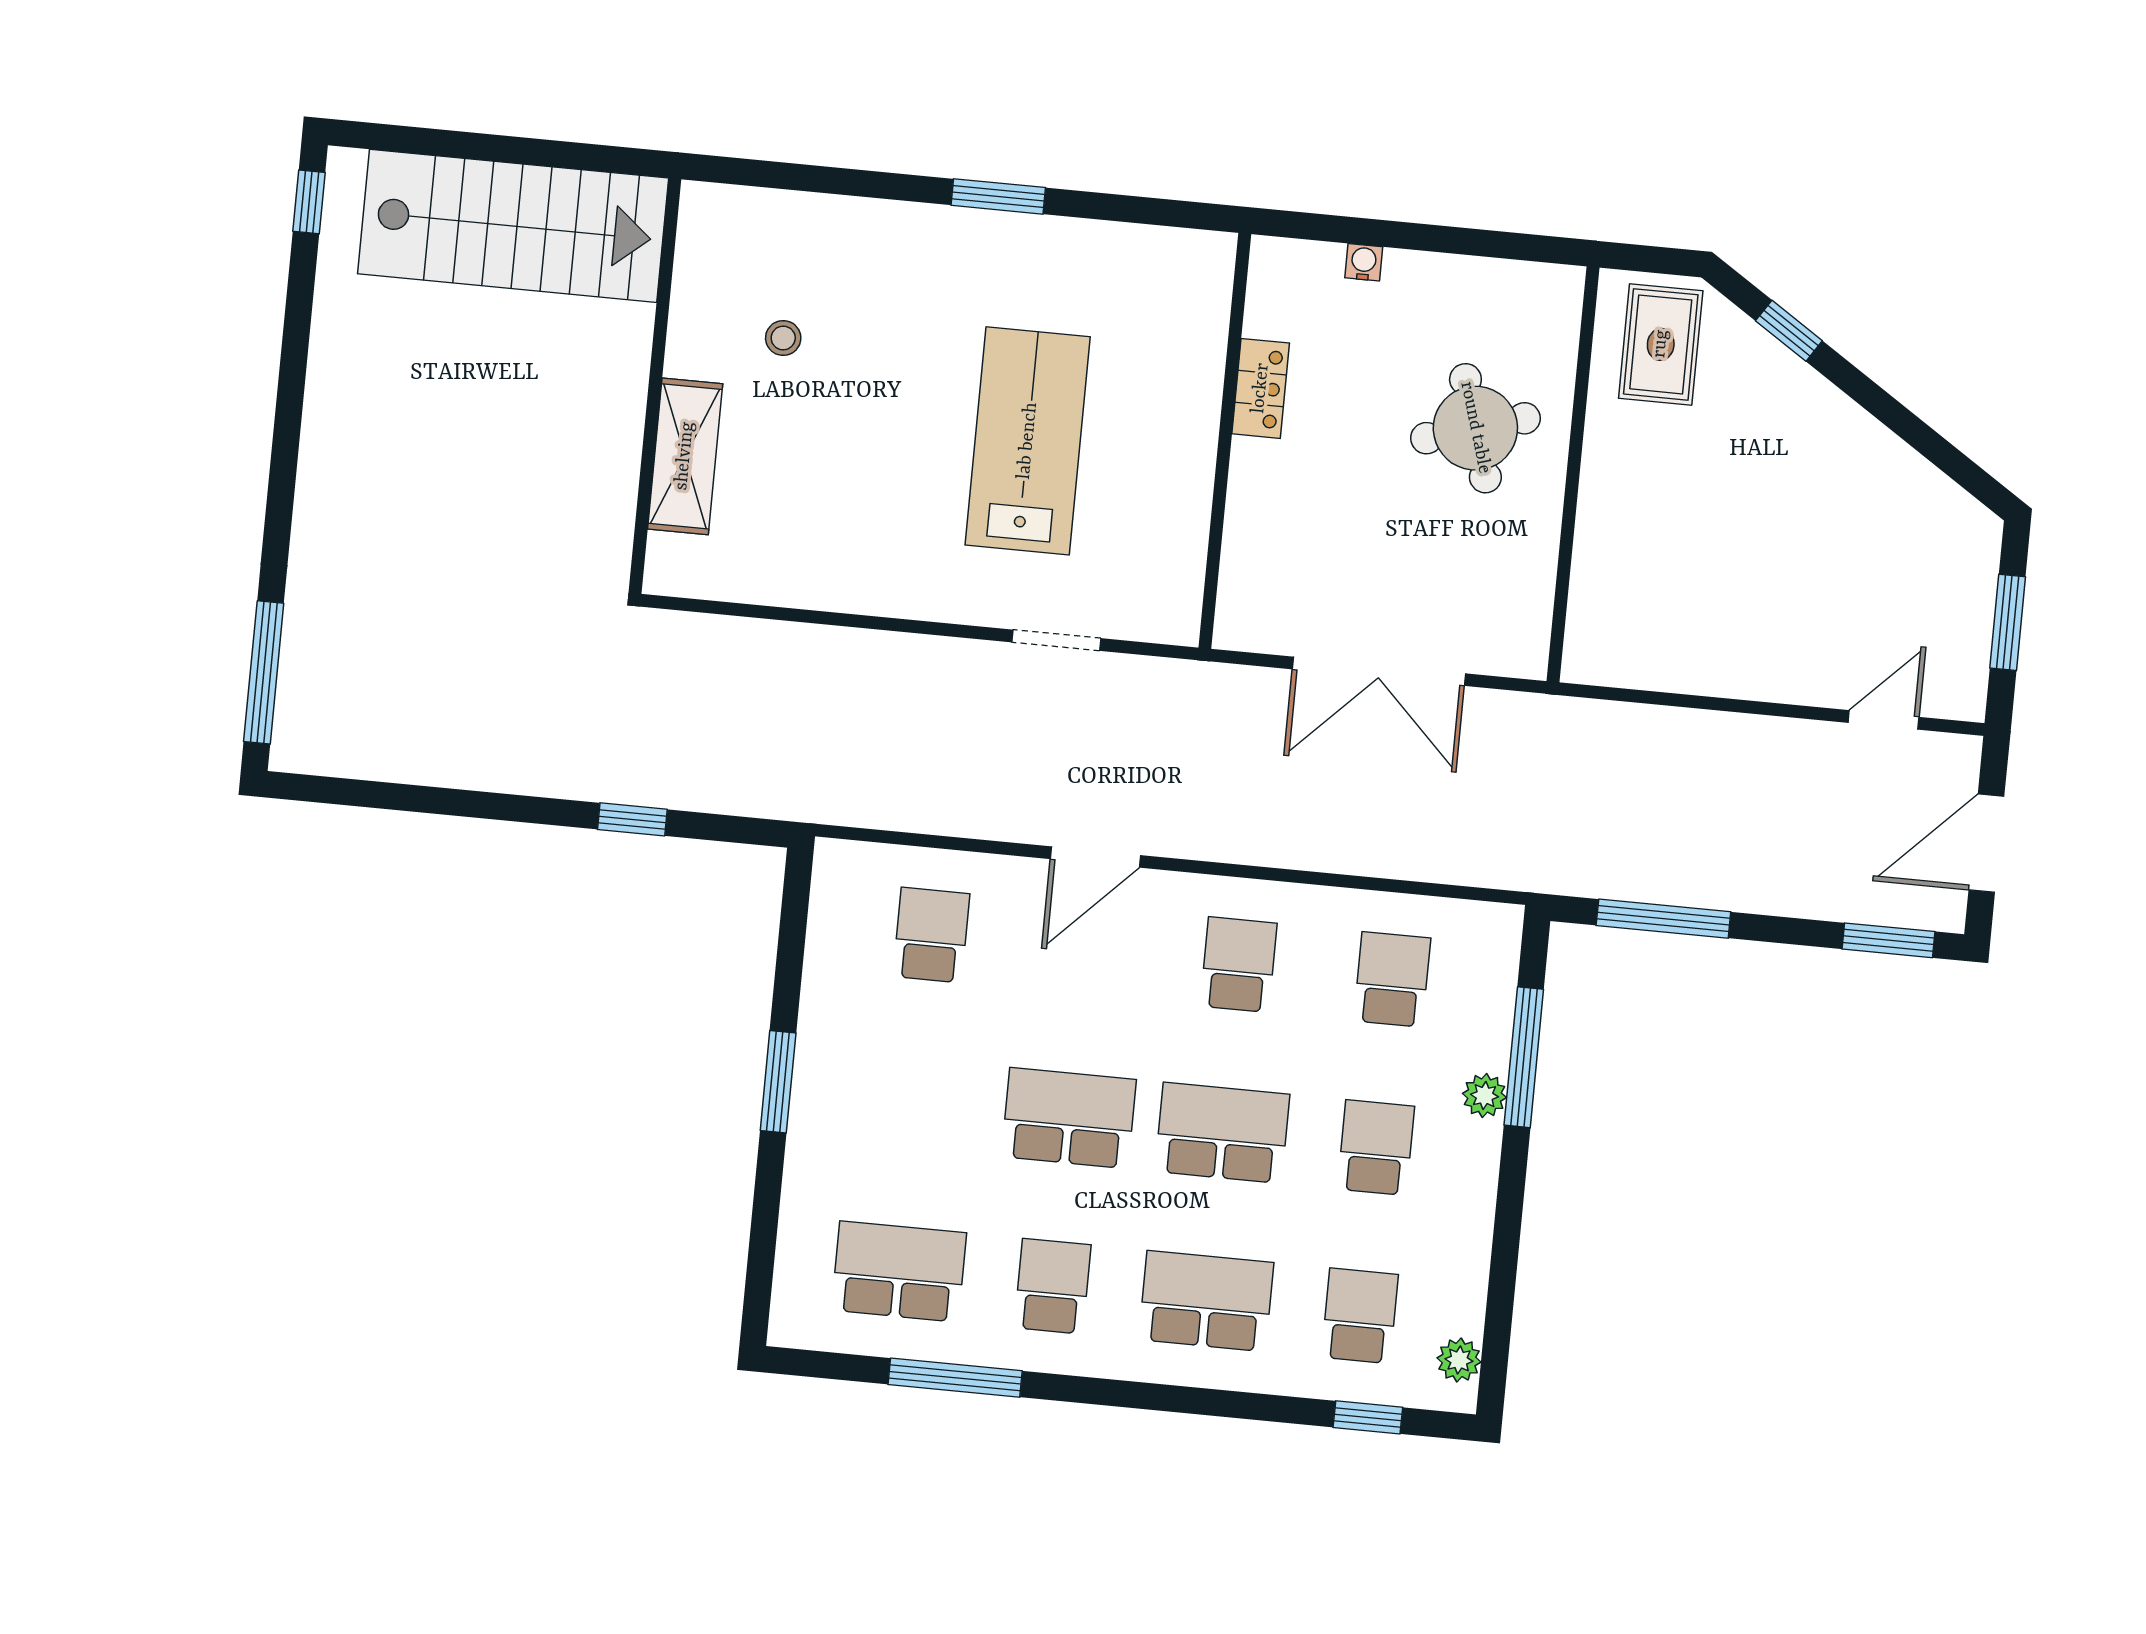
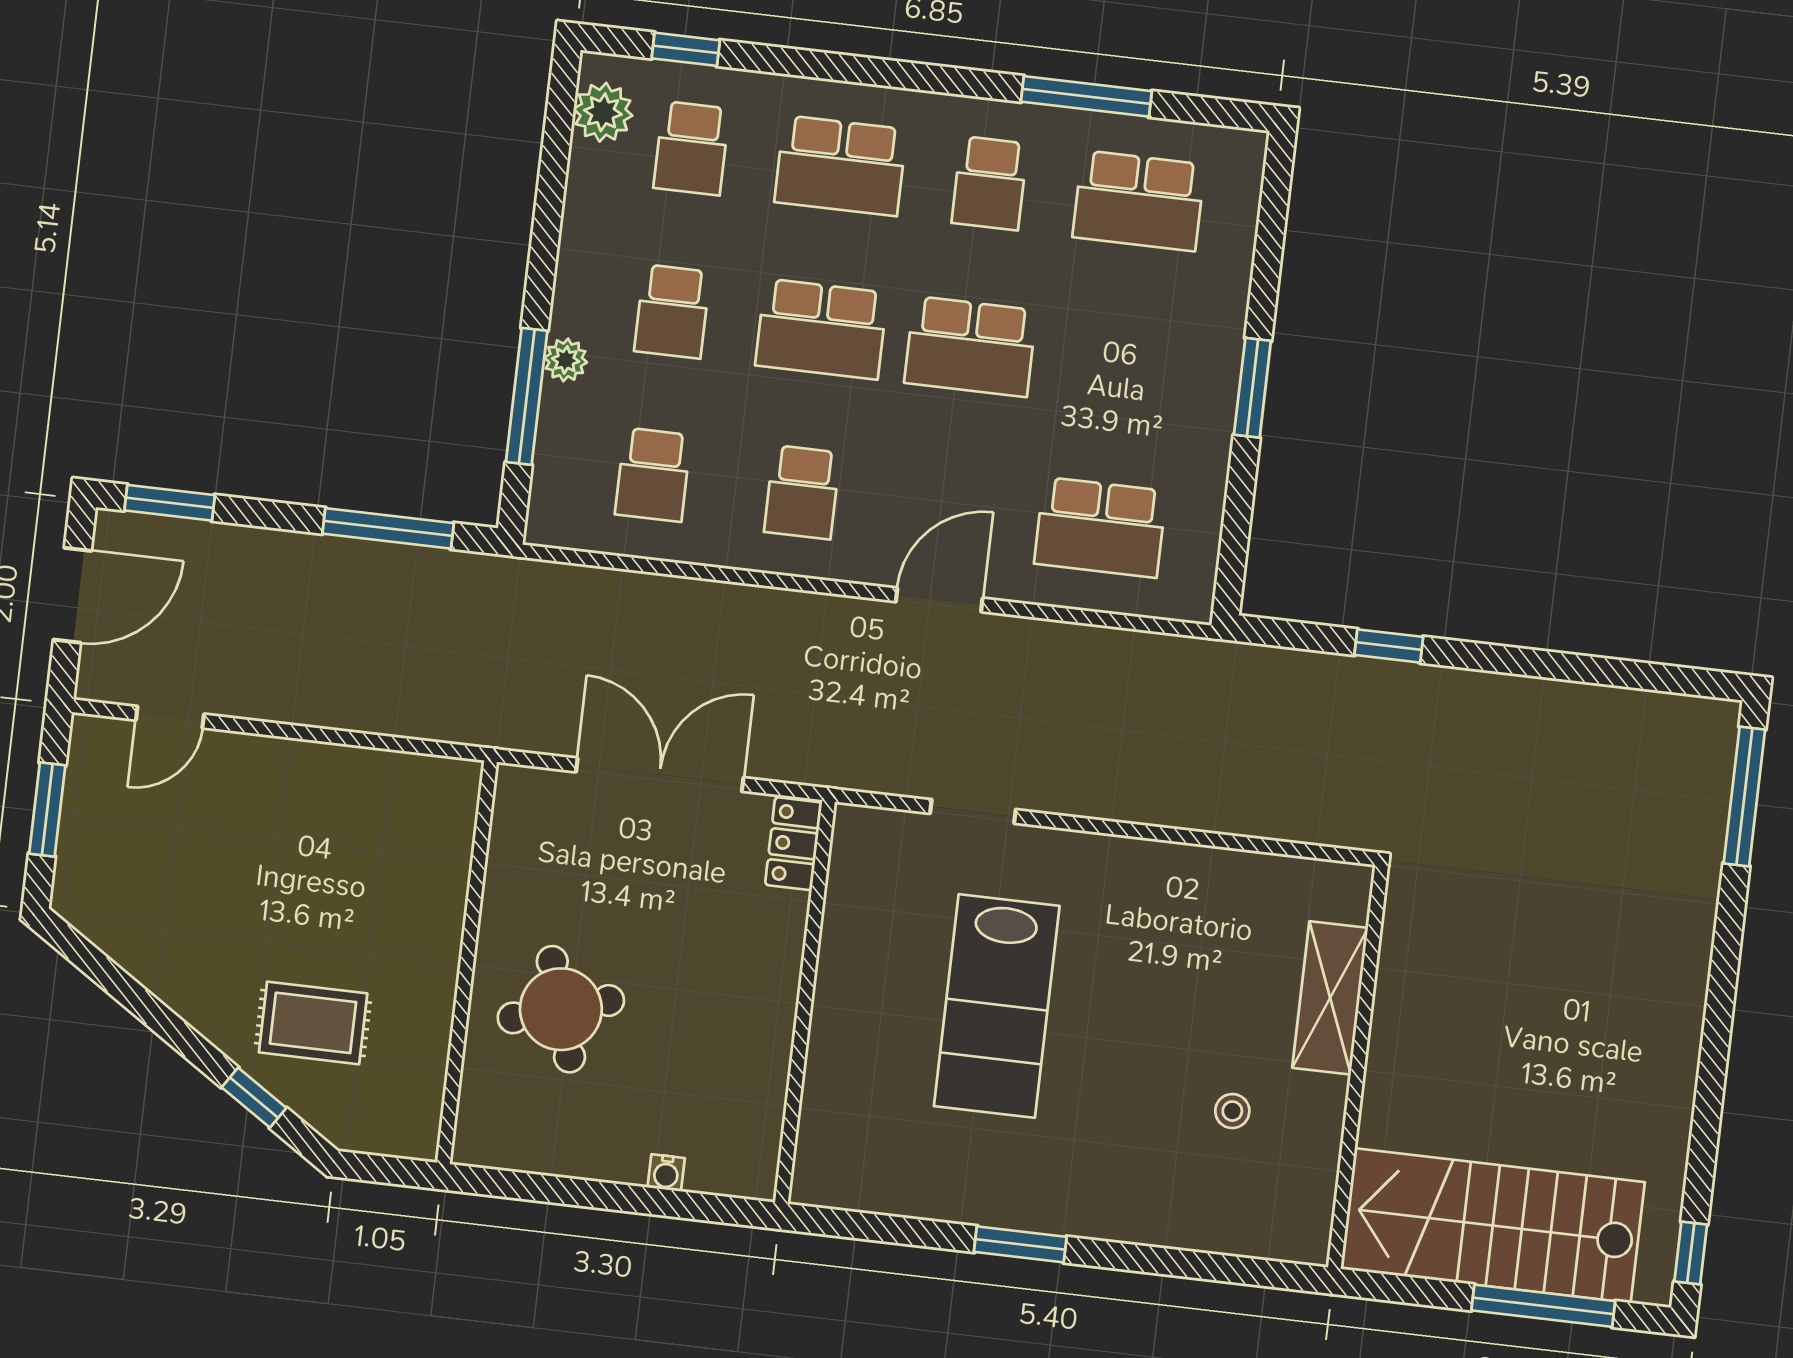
window: (459, 145) -> (1543, 1306), added
rug: (1661, 344) -> (313, 1023), moved, turned 90
locker: (1261, 388) -> (794, 844), moved
school desk: (931, 935) -> (1100, 527), width x1.85
plant: (1459, 1360) -> (603, 112), width x1.38, depth x1.38

